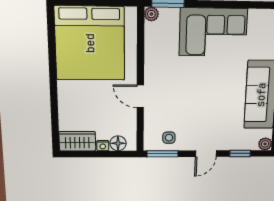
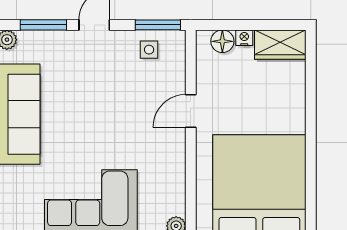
door: (140, 96) -> (191, 111), swing flipped
window: (240, 153) -> (43, 25), width x1.50

